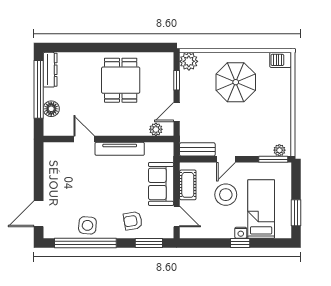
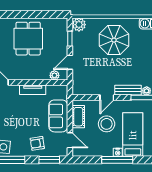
tv unit: (120, 149) -> (33, 90), width x0.71
bench: (197, 149) -> (128, 90), moved
window: (240, 243) -> (117, 160), width x2.17

